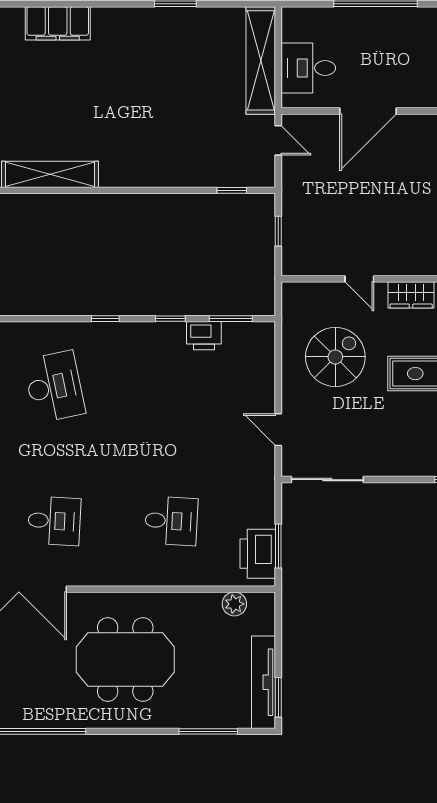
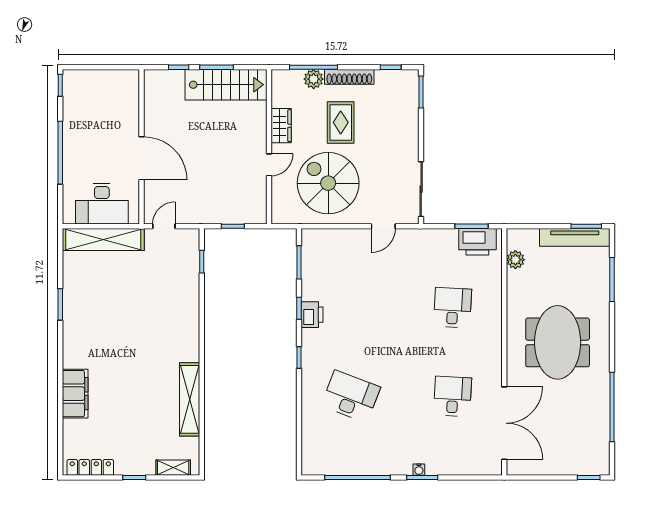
desk: (308, 68) -> (102, 204), width x1.37
printer: (204, 336) -> (312, 315), moved
spiral stairs: (335, 357) -> (328, 183), width x1.37, depth x1.37
desk: (54, 387) -> (351, 396), turned 33

